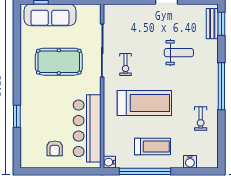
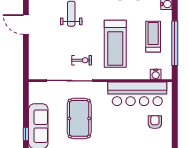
treadmill: (144, 103) -> (115, 44), turned 180
armchair: (55, 148) -> (155, 122), turned -90
water cooler: (109, 162) -> (156, 74), moved

